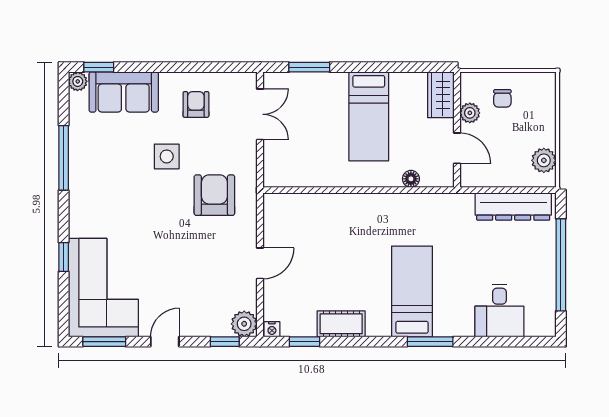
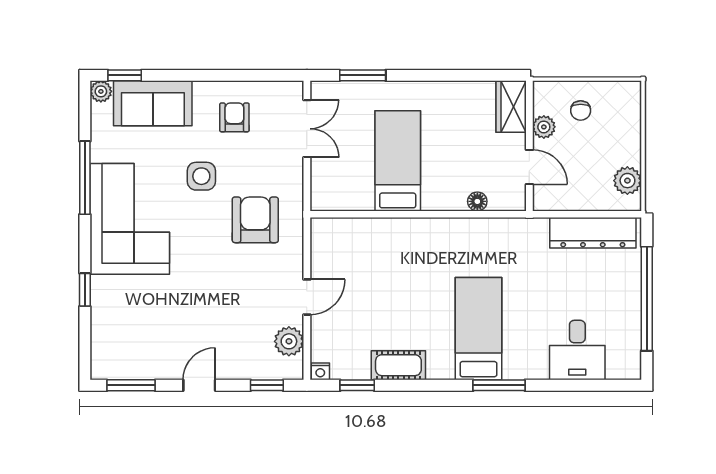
bed: (369, 116) -> (398, 161), moved, turned 180
corner sofa: (103, 288) -> (130, 219), moved
plant: (244, 324) -> (289, 341), moved

